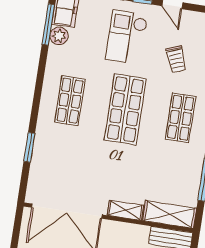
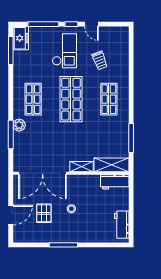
plant: (59, 36) -> (19, 125), moved
checkout: (127, 37) -> (64, 51), turned 180
window: (29, 147) -> (11, 134), width x1.44

